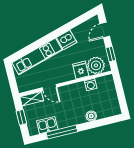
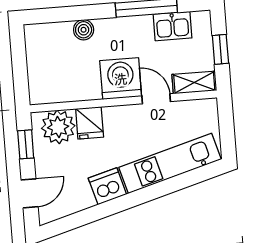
washing machine: (91, 85) -> (121, 79), moved, width x1.89, depth x1.89

